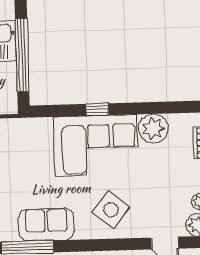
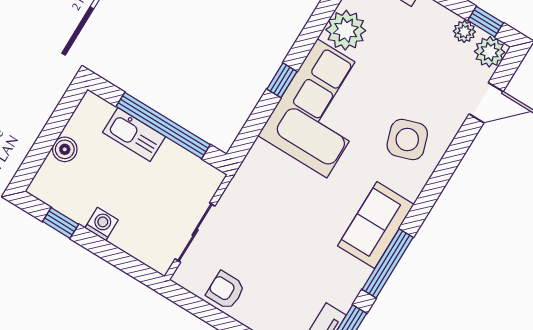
side table: (111, 210) -> (407, 140), turned 33

